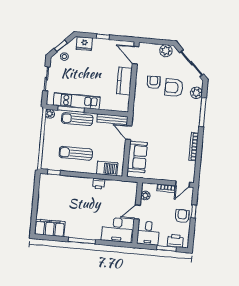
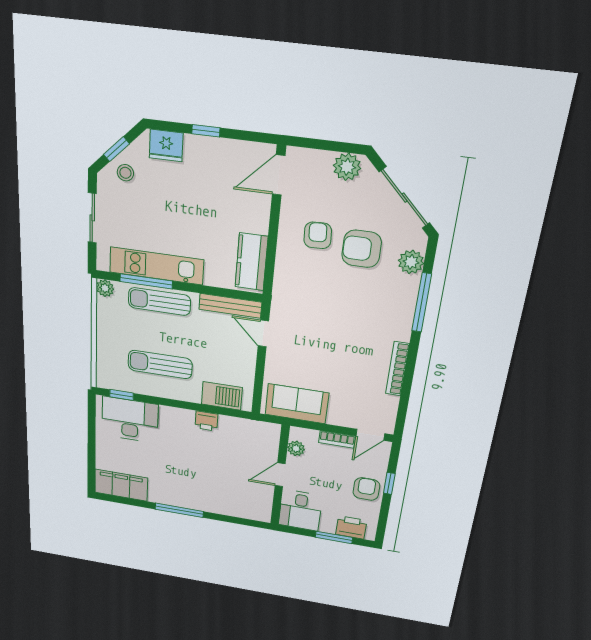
door: (136, 55) -> (279, 175), hinge flipped
kitchen counter: (124, 81) -> (251, 262), moved
sofa: (137, 157) -> (297, 404), moved, turned -90
desk: (117, 230) -> (130, 420), moved, turned 180

